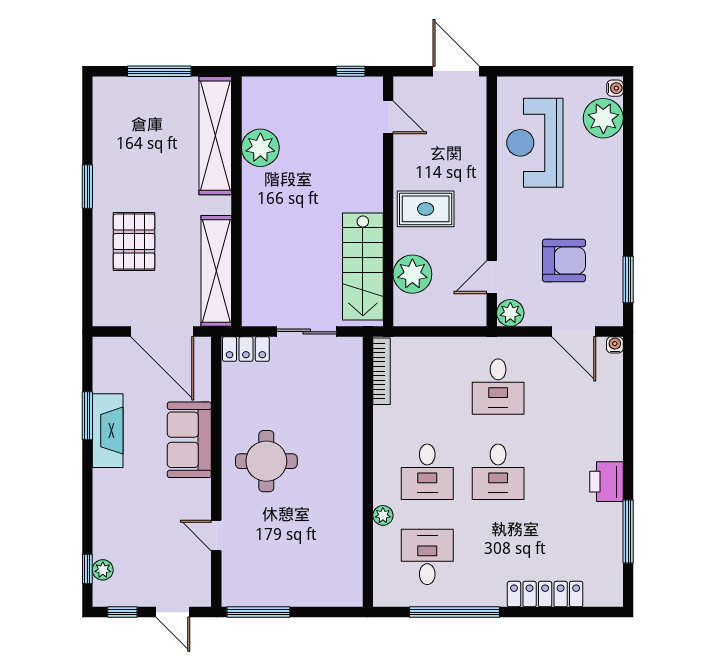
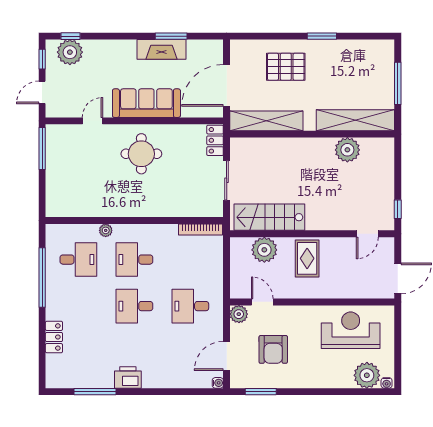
sofa: (189, 440) -> (146, 103), width x1.36
plant: (103, 570) -> (70, 52), width x1.88, depth x1.88
locker: (545, 594) -> (54, 337), width x0.66

